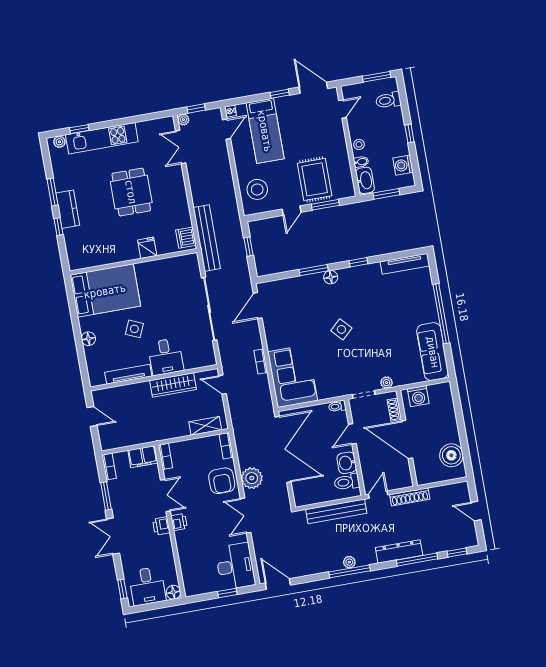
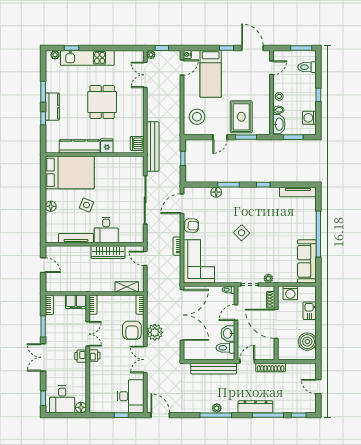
kitchen counter: (112, 255) -> (80, 146), added
floor lamp: (331, 277) -> (216, 192), moved
armchair: (275, 332) -> (191, 226), added
kitchen sink: (447, 415) -> (310, 311), added

